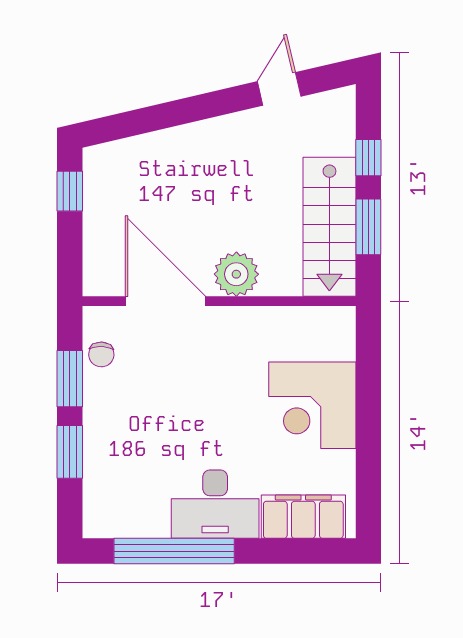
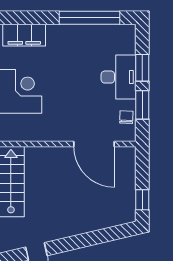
plant: (236, 274) -> (58, 158), removed
desk: (215, 504) -> (119, 77), moved, turned 90

